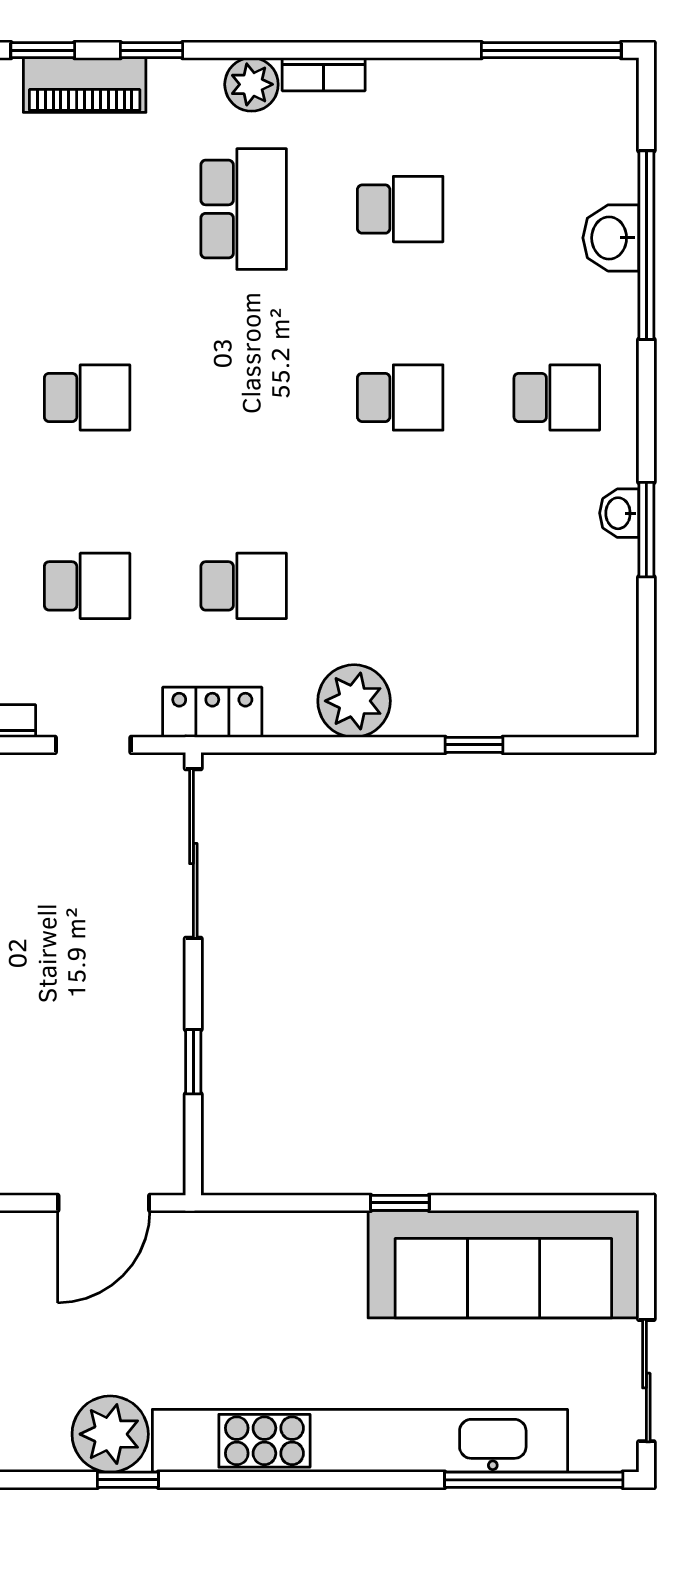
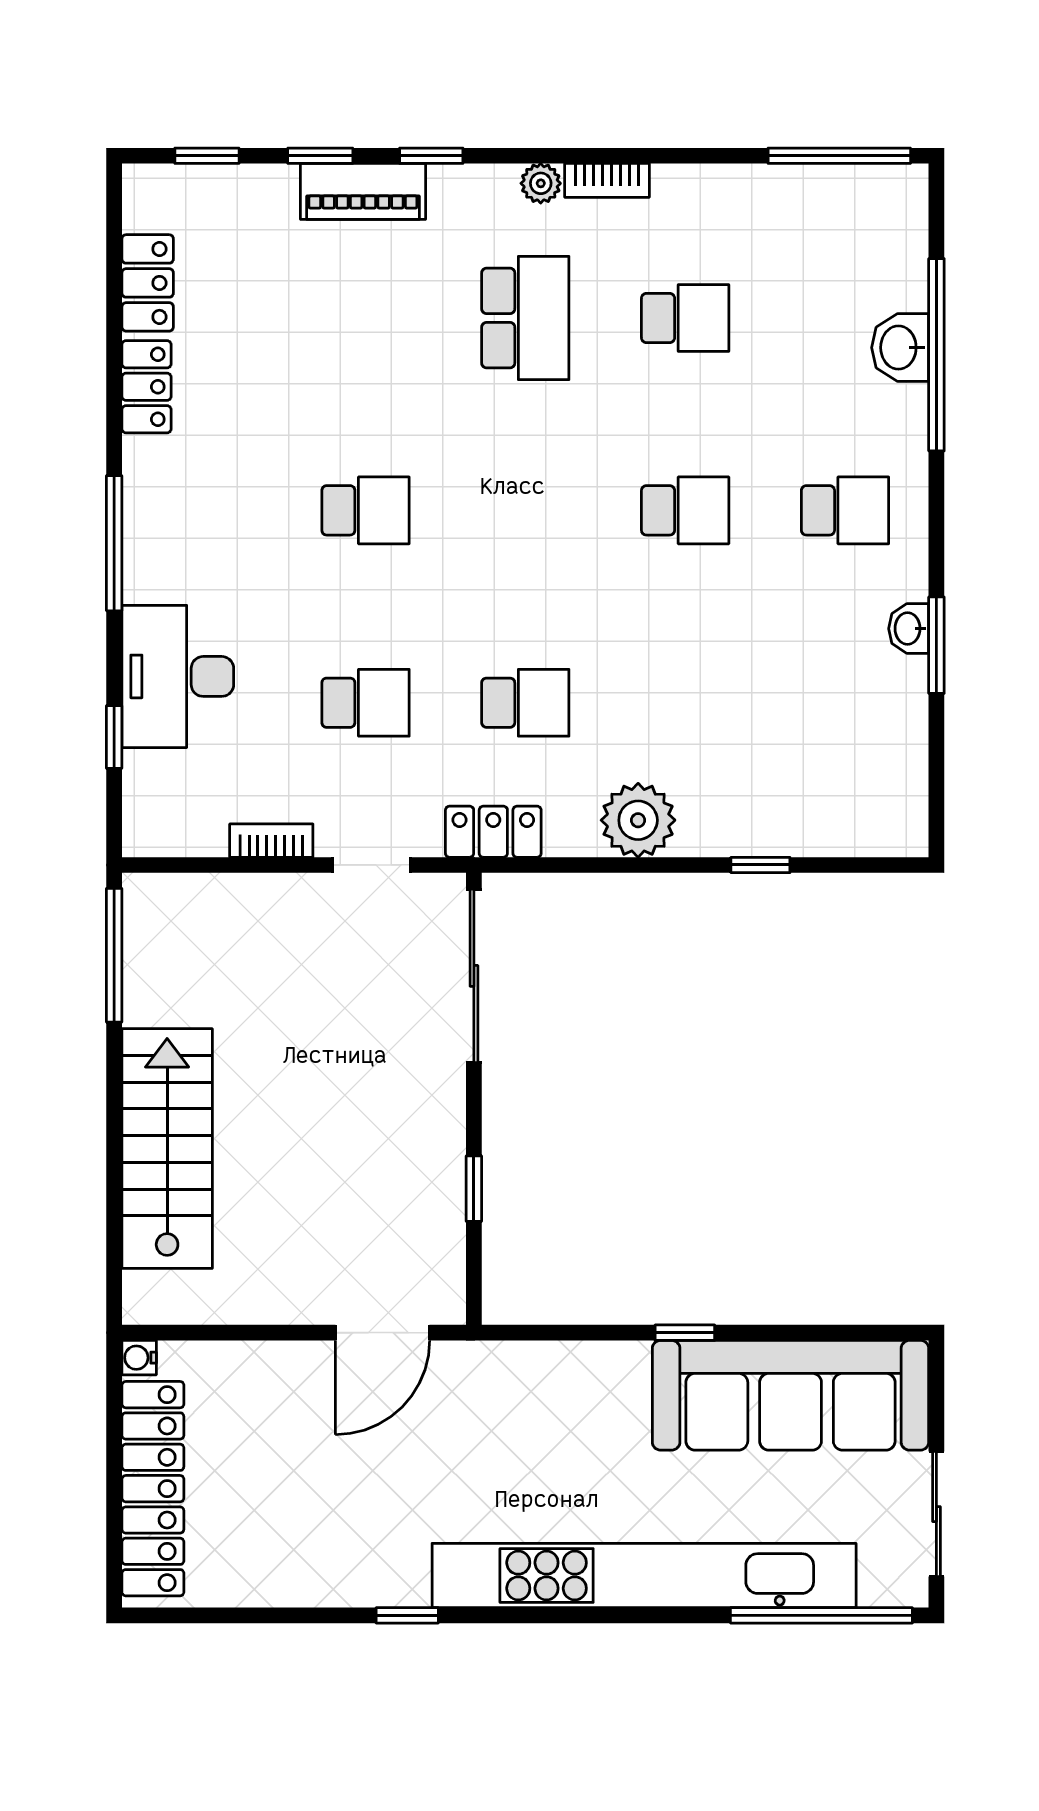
plant: (251, 84) -> (541, 183), width x0.73, depth x0.73
plant: (110, 1434) -> (389, 1569), removed

